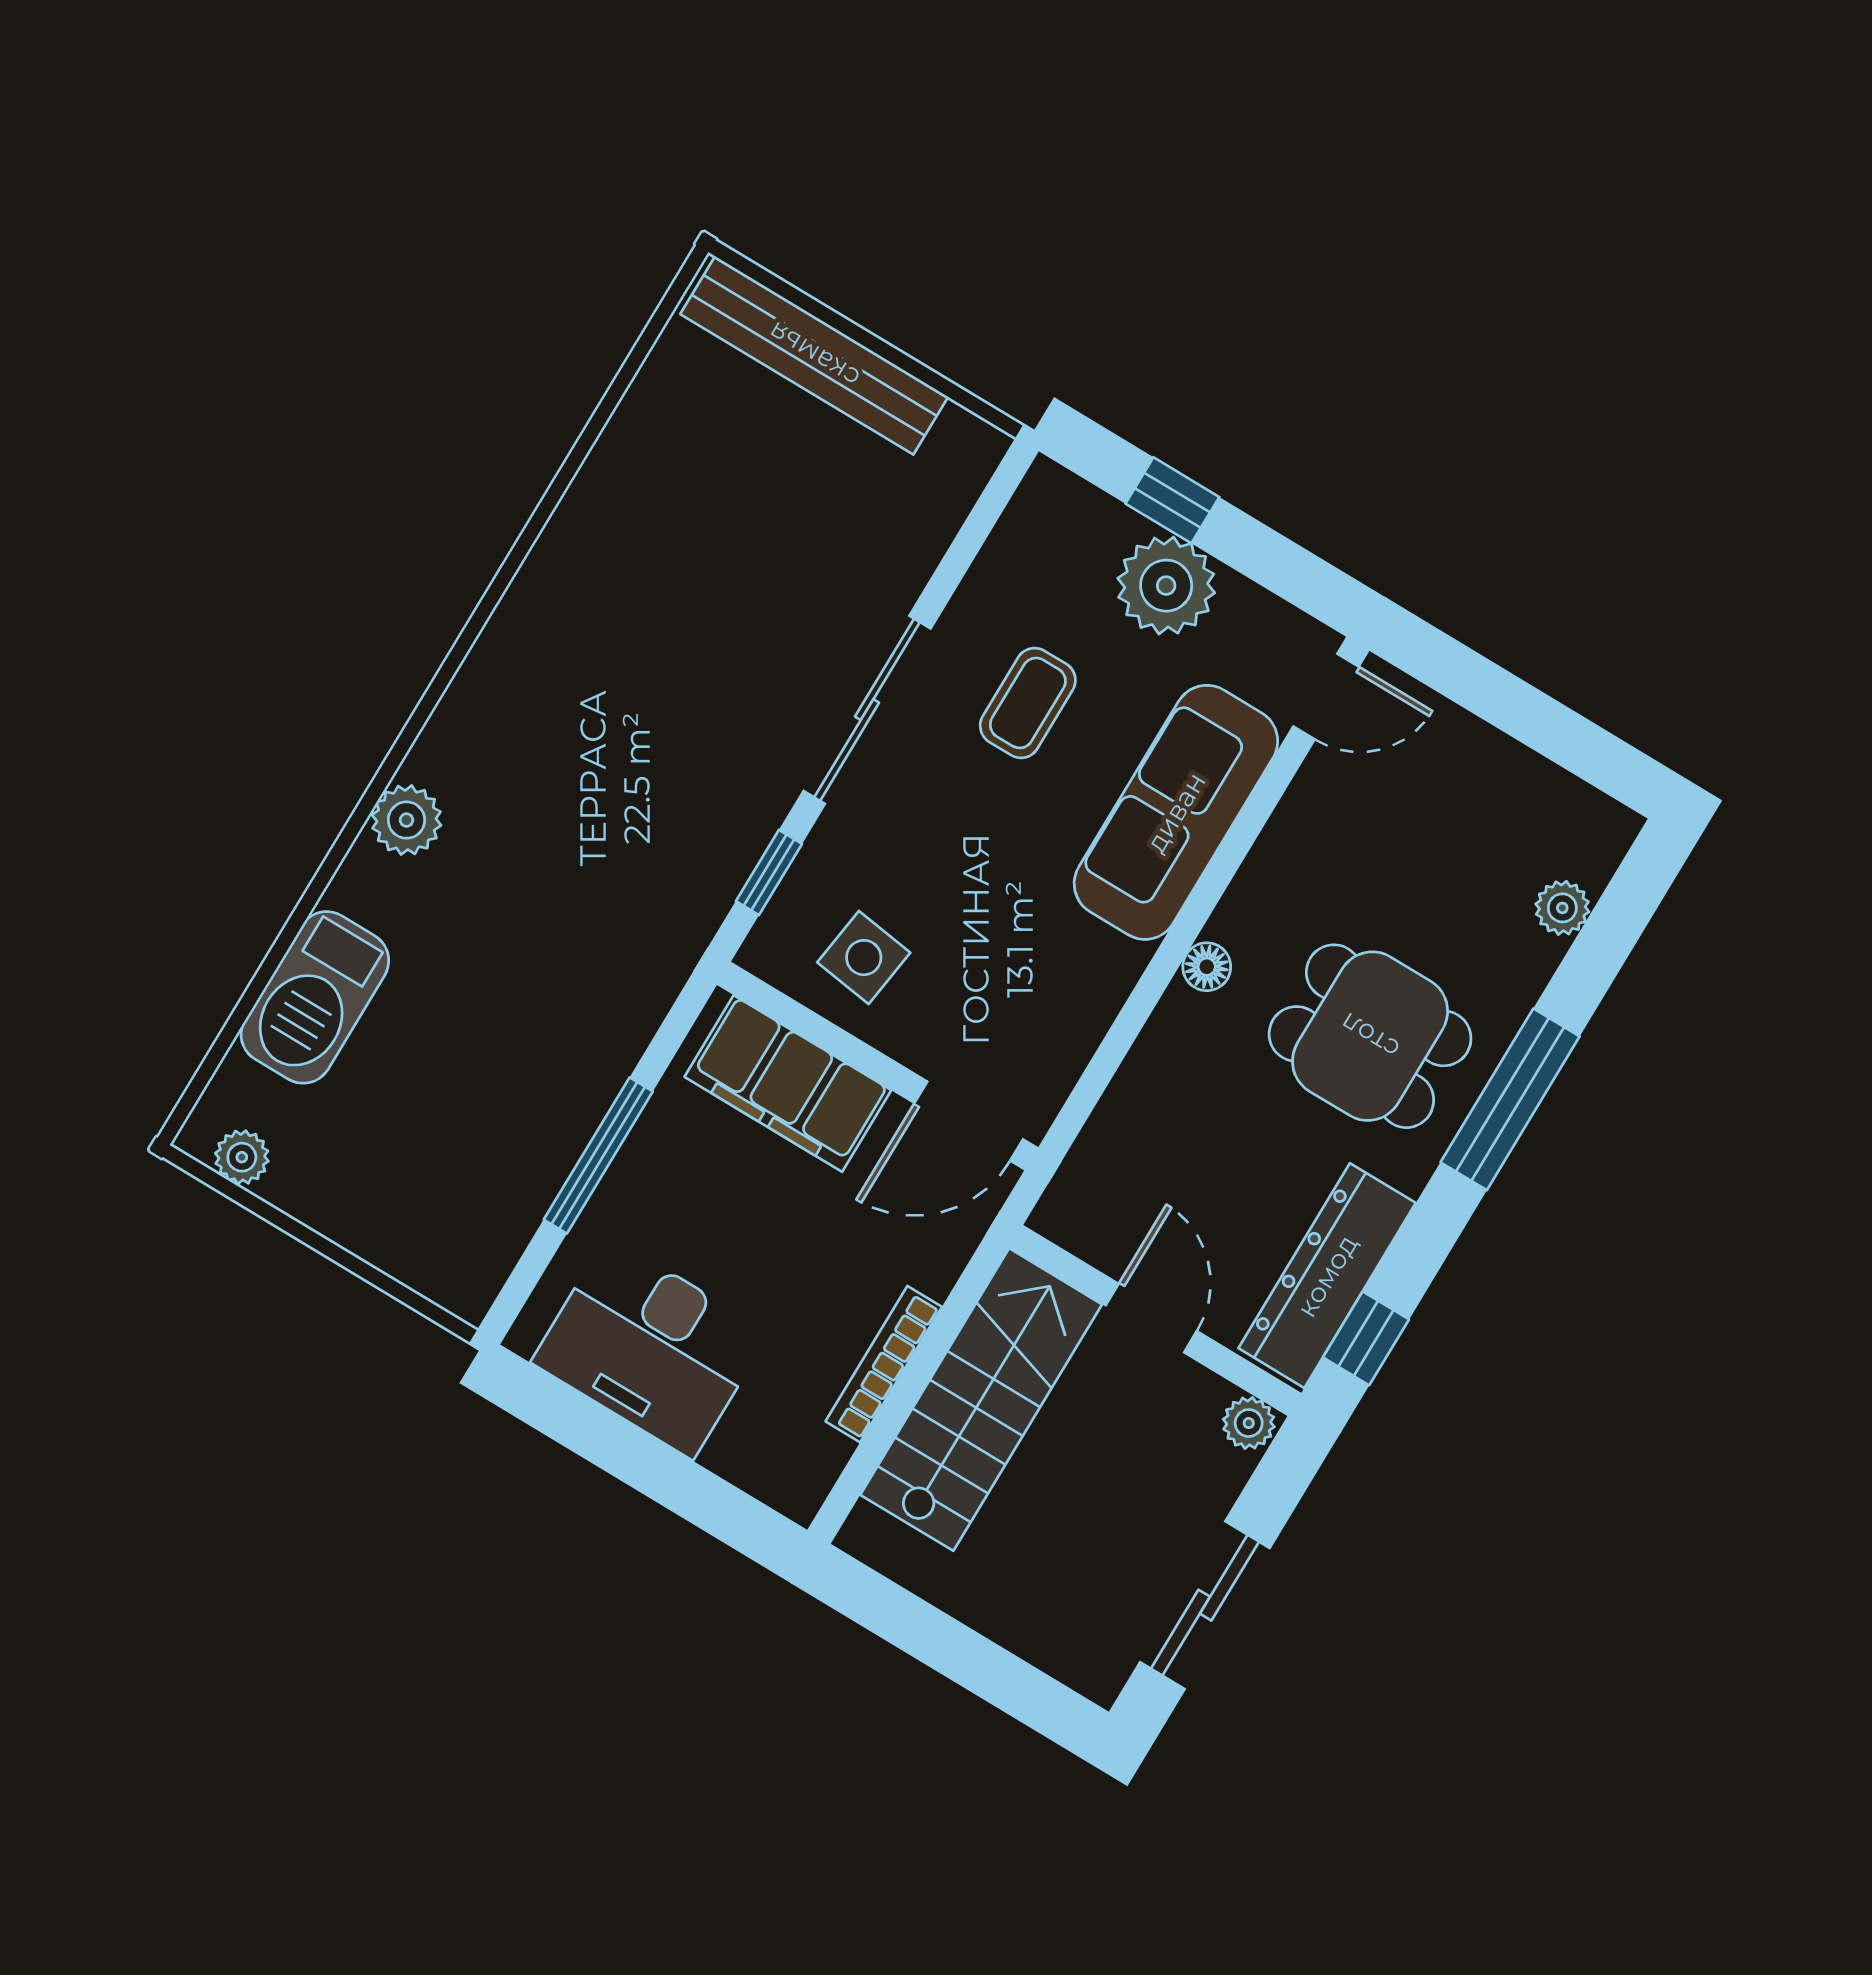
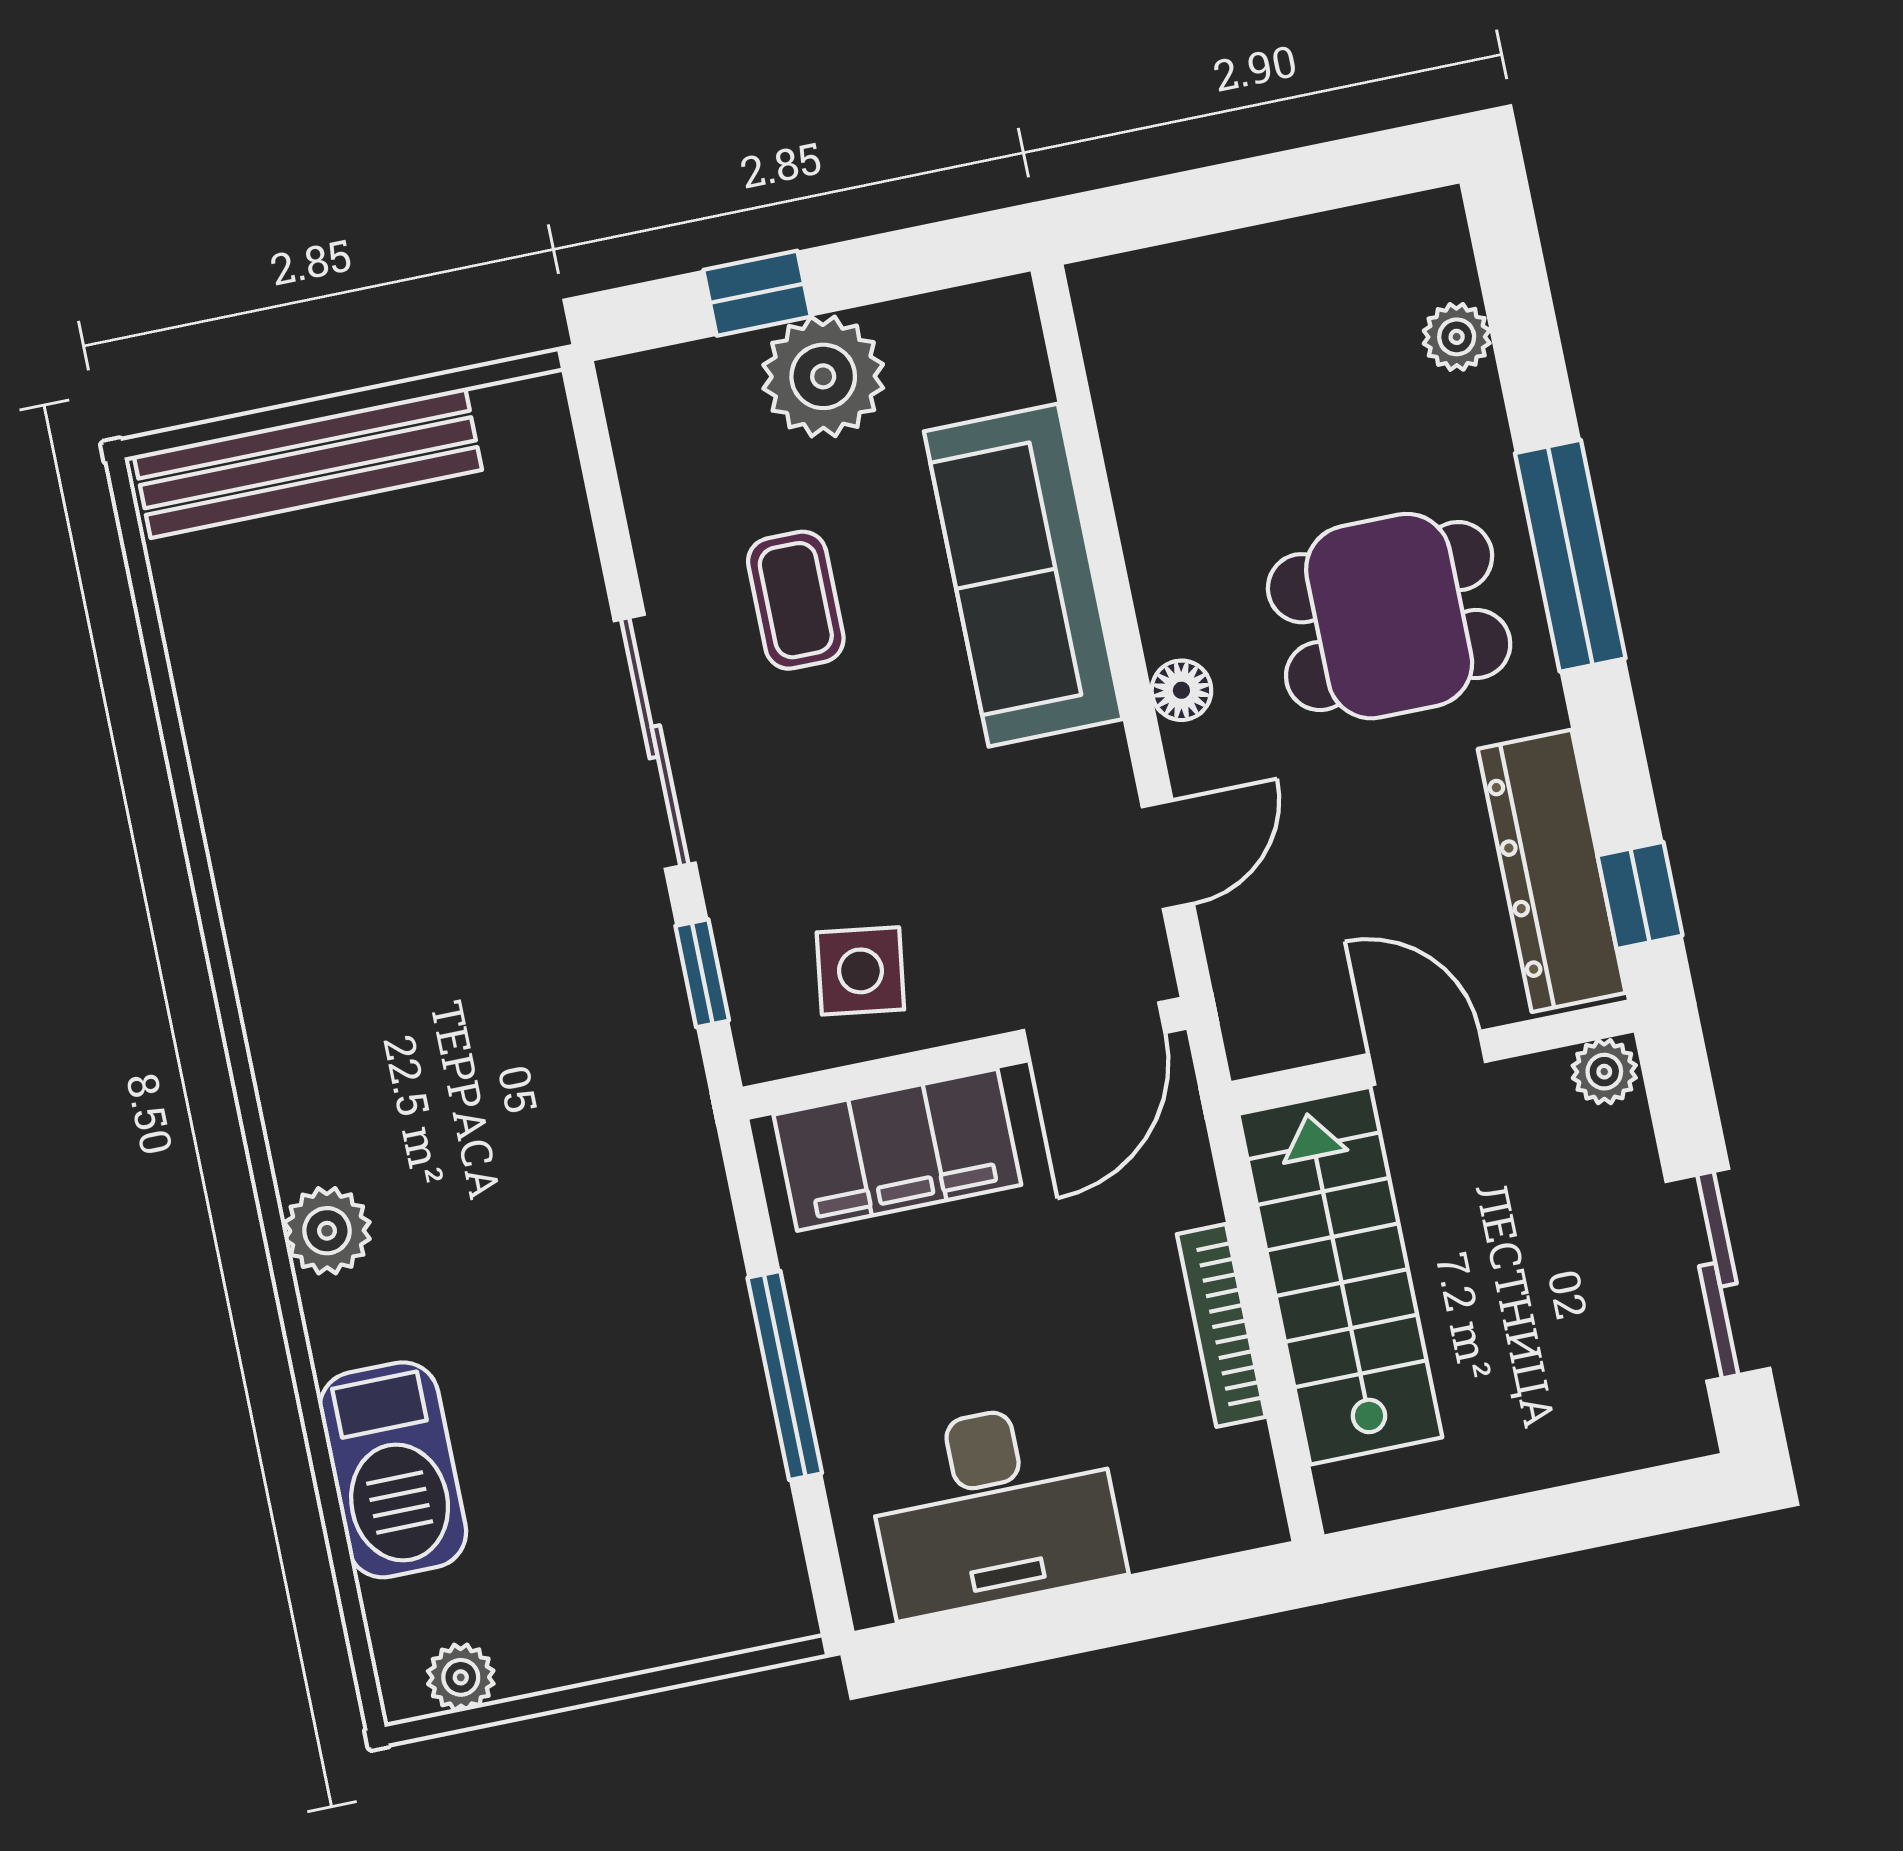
door: (1326, 696) -> (1168, 855), moved

